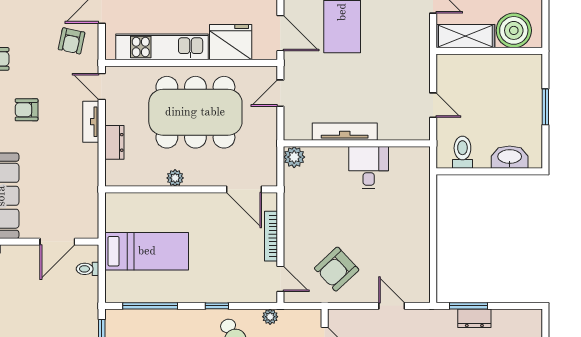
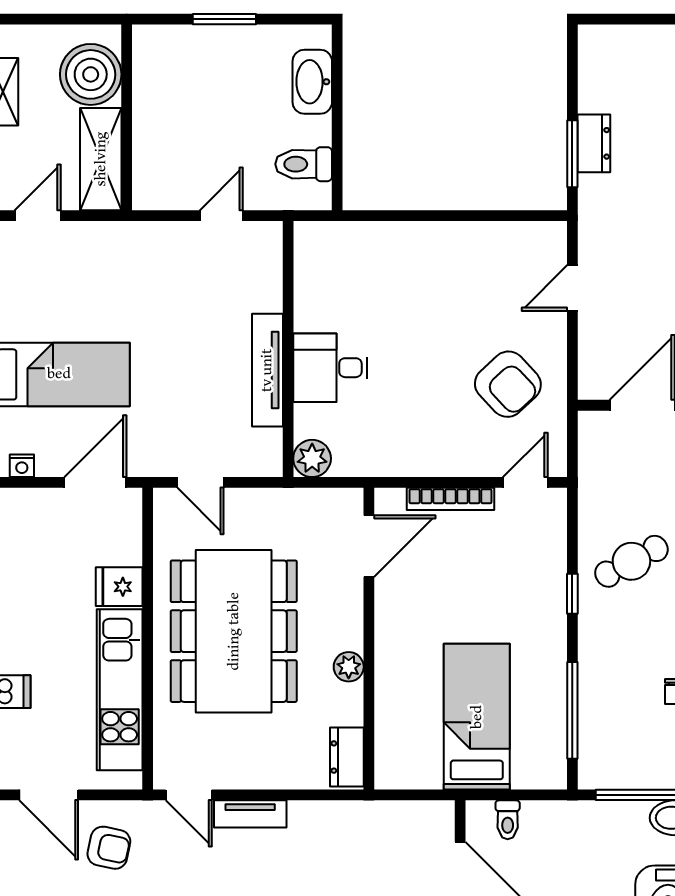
fridge: (231, 42) -> (119, 587), width x0.53, depth x0.75
door: (102, 87) -> (189, 795), hinge flipped
dresser: (114, 142) -> (347, 757), moved, turned -90
desk: (369, 168) -> (330, 368), moved
plant: (270, 317) -> (591, 501), removed

